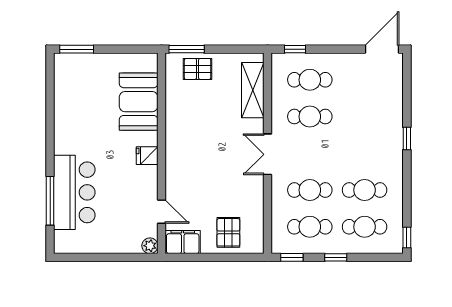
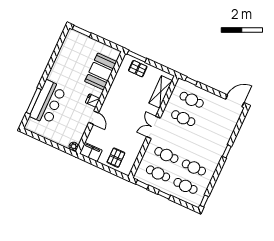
door: (162, 212) -> (94, 118), moved

